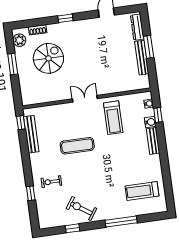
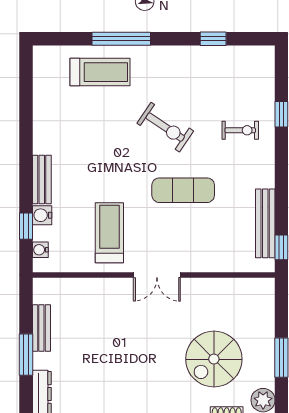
bench: (142, 58) -> (41, 328), width x0.73
treadmill: (142, 191) -> (100, 72), moved
exercise bike: (81, 208) -> (165, 127), moved

